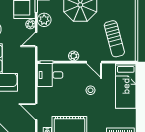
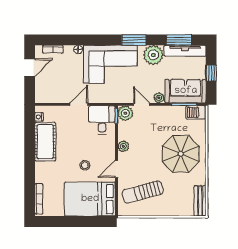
plant: (44, 20) -> (125, 113), moved
bed: (126, 86) -> (90, 199), width x1.50
door: (36, 112) -> (79, 104), moved

